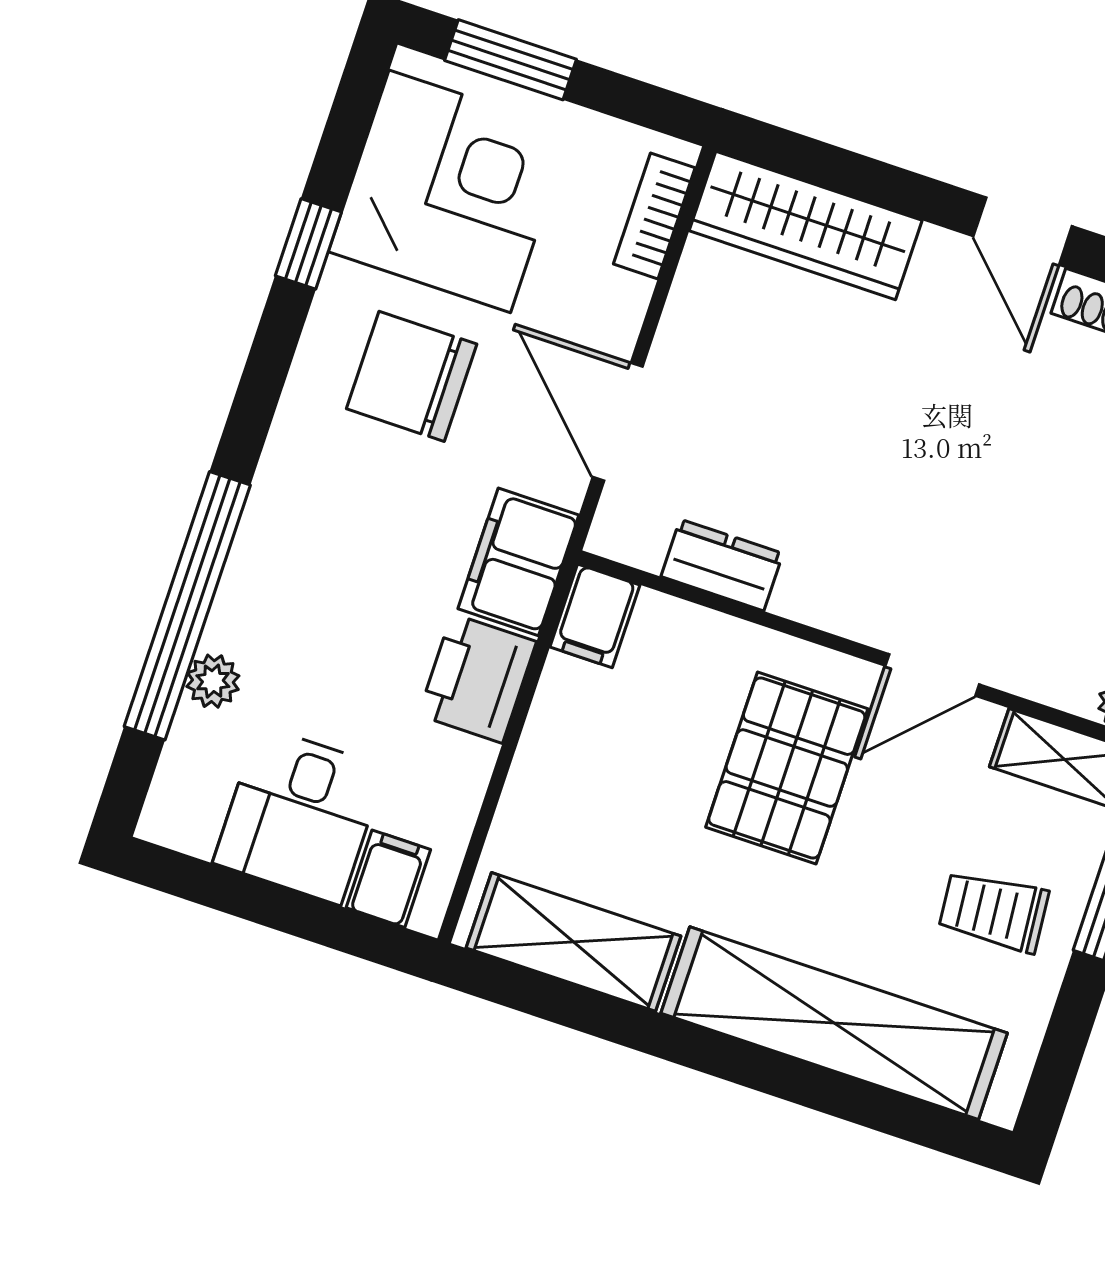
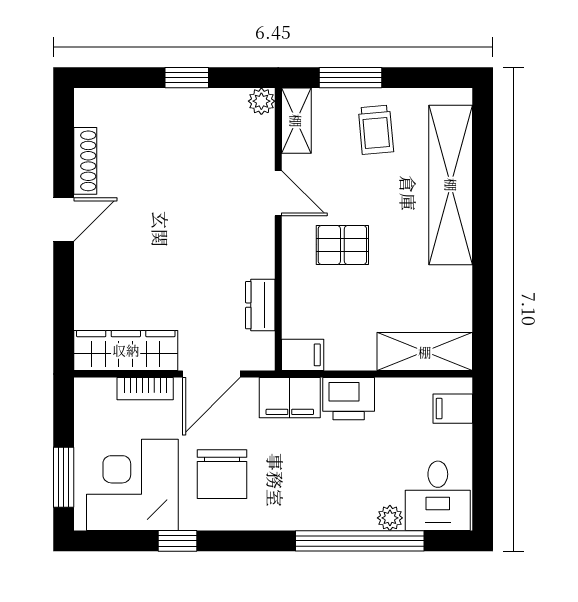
bookcase: (654, 216) -> (145, 389), moved
wardrobe: (806, 225) -> (126, 350), moved, turned -90
pallet: (787, 768) -> (342, 245), width x0.67, depth x0.71
desk: (300, 815) -> (438, 496), moved, turned 90
shelving: (573, 942) -> (425, 352), moved, turned 90

